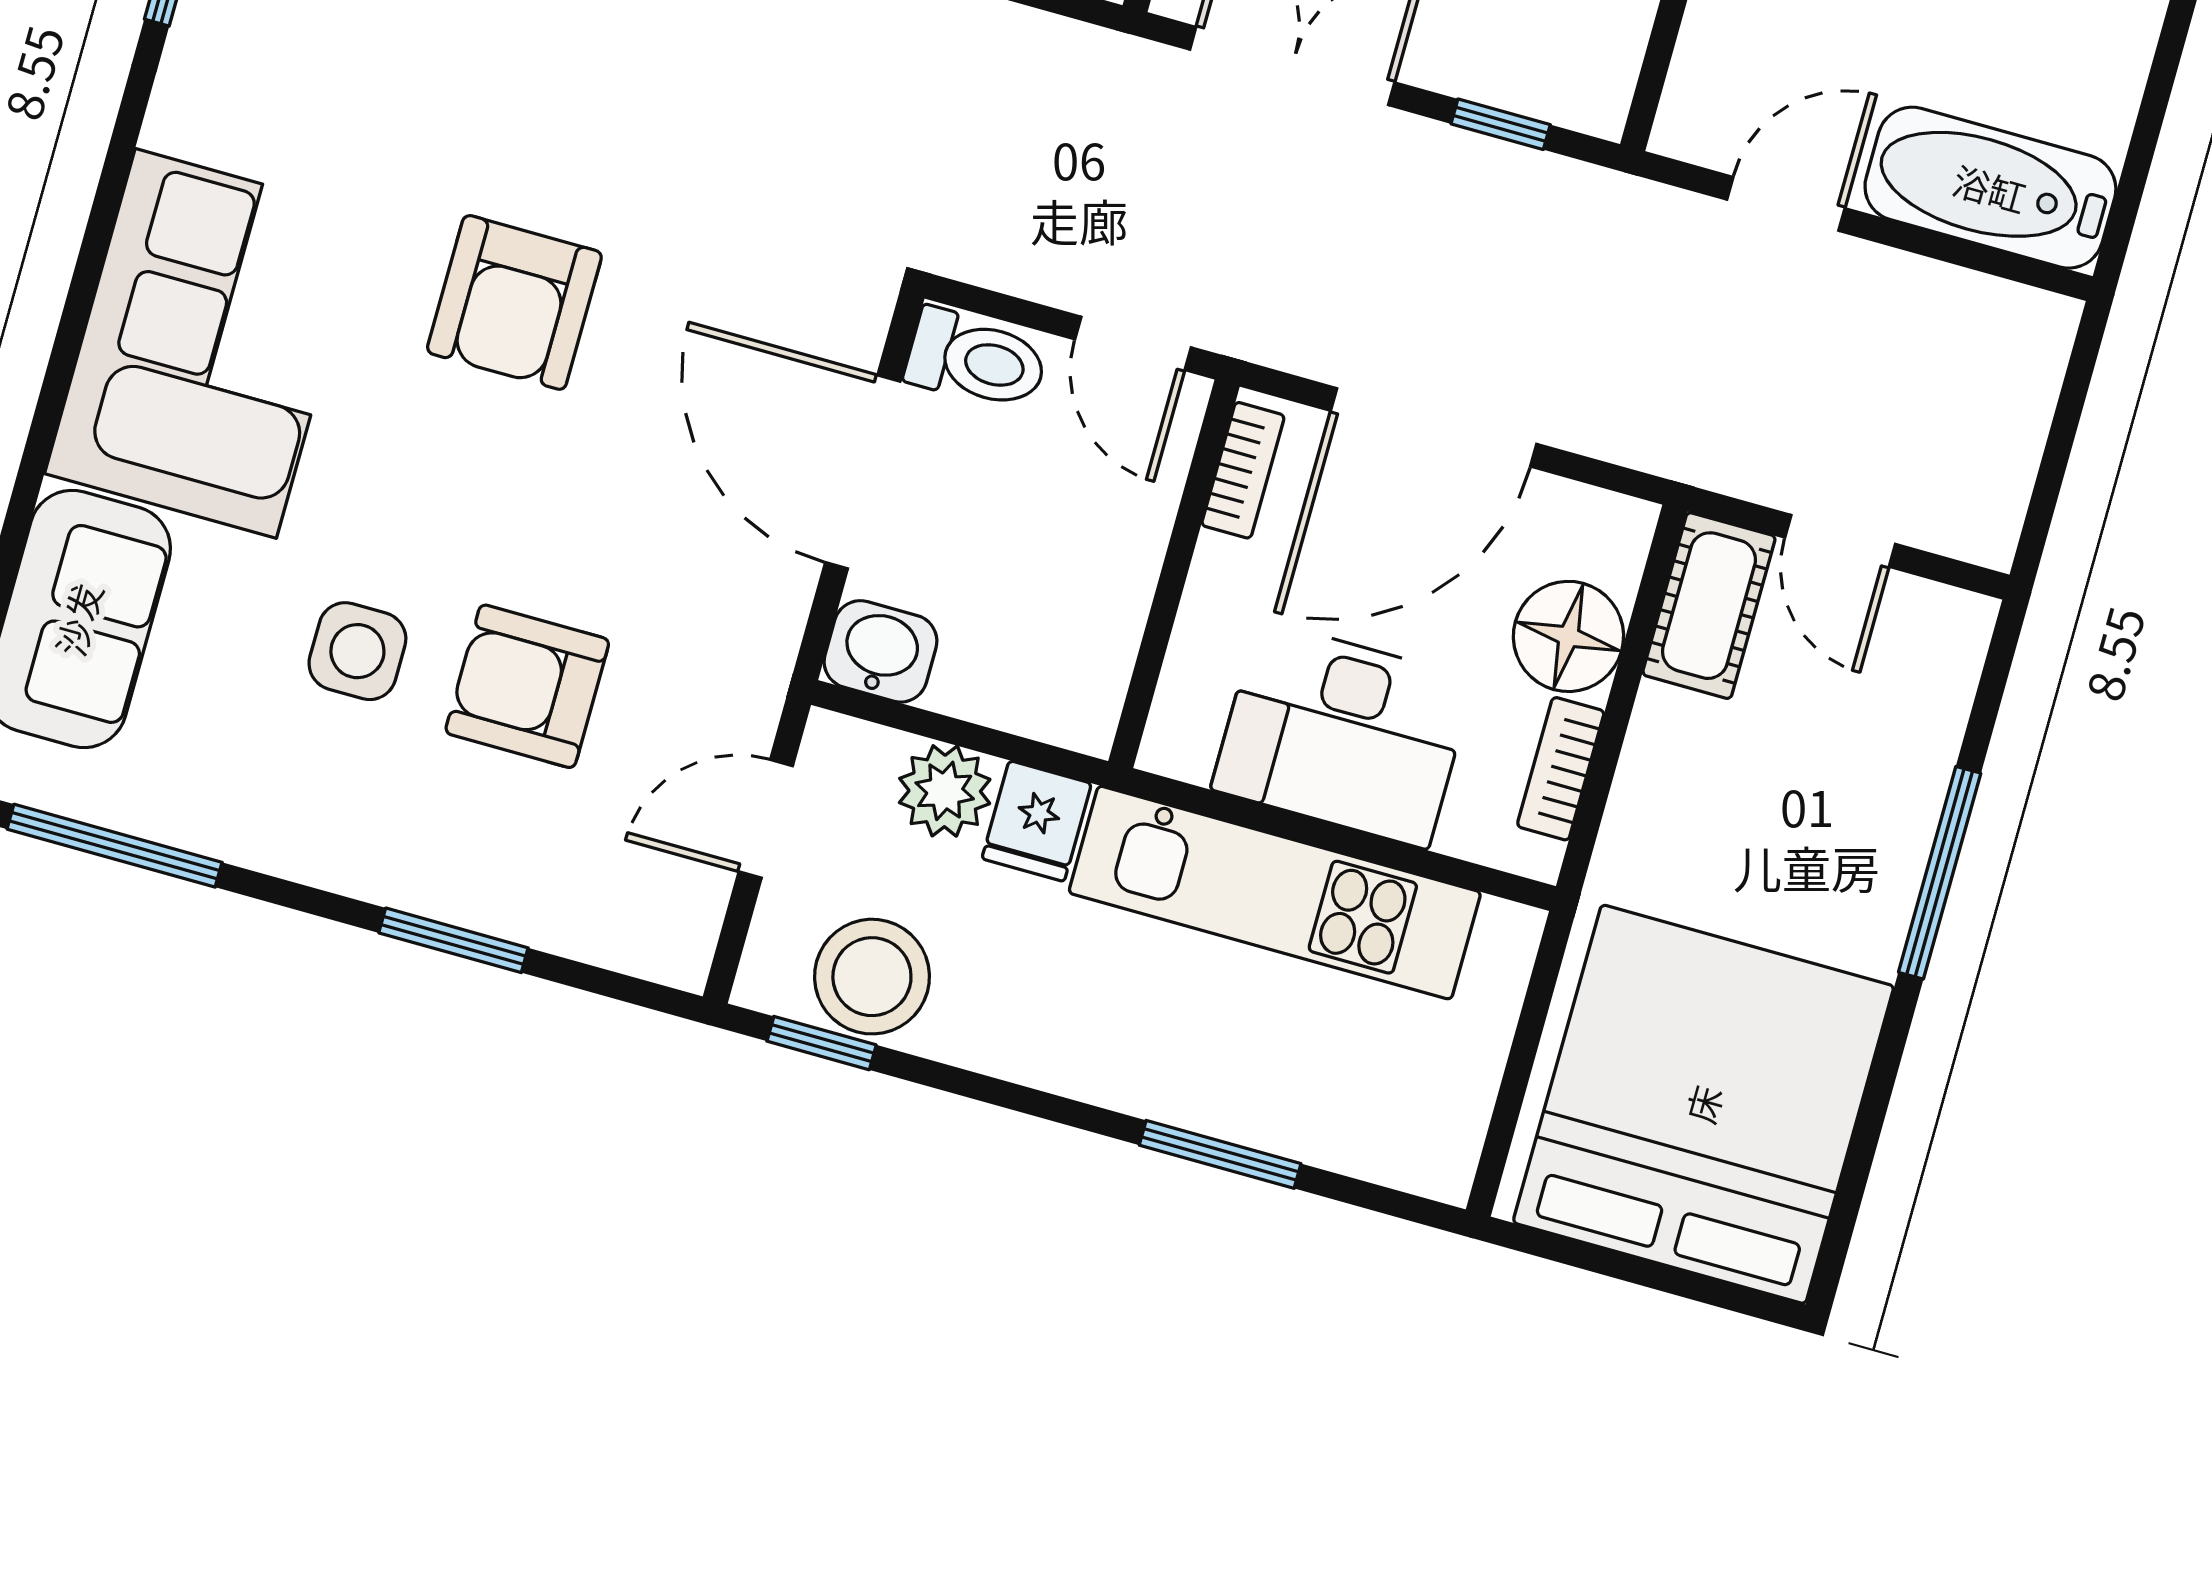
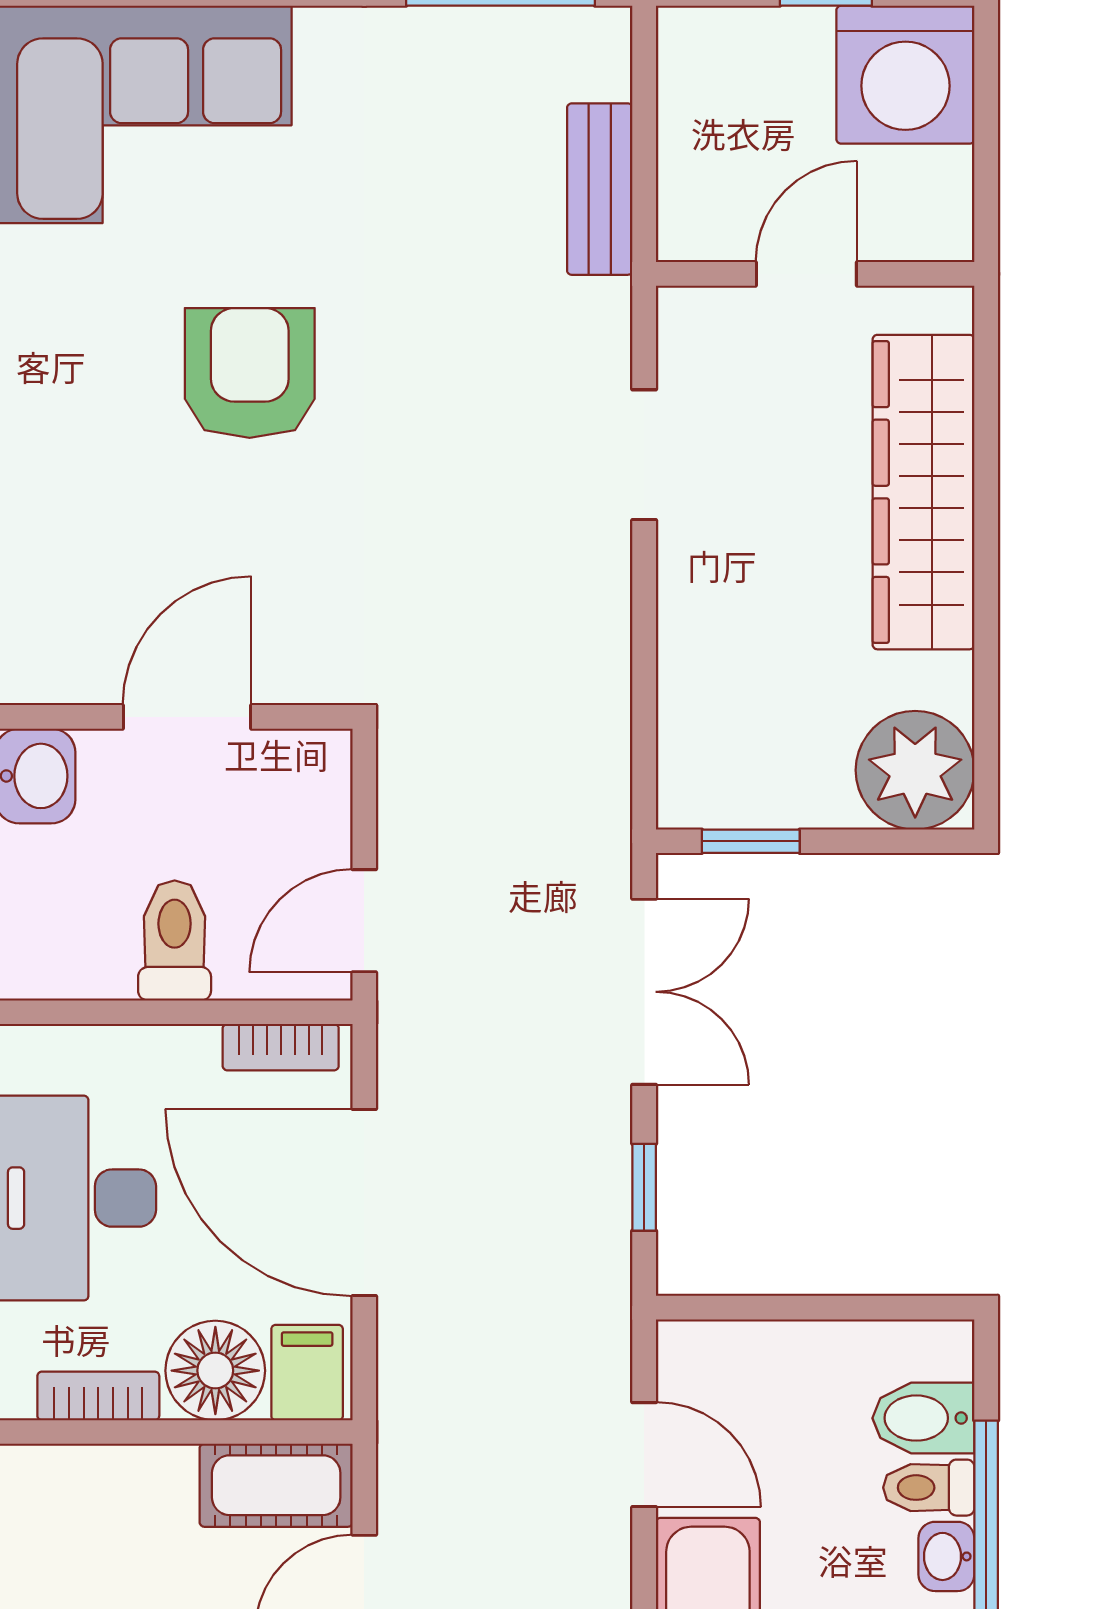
armchair: (514, 302) -> (250, 373), turned 90
toilet: (976, 360) -> (175, 941), moved, turned 180
door: (863, 472) -> (187, 717), width x0.73
filing cabinet: (1598, 539) -> (307, 1373), added

